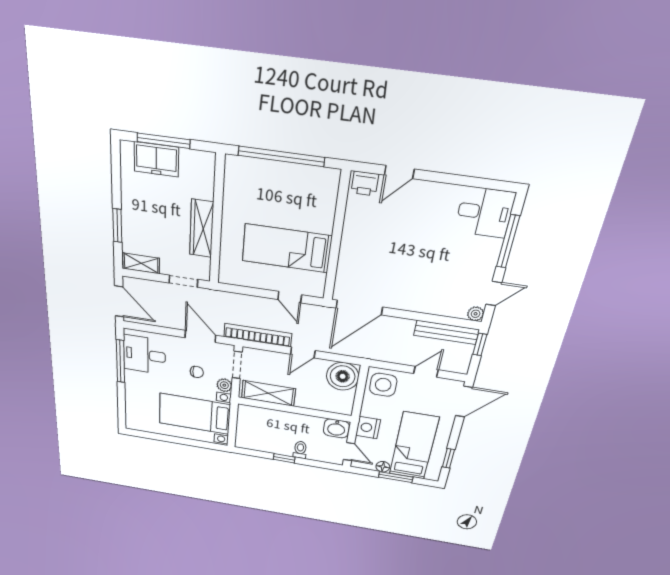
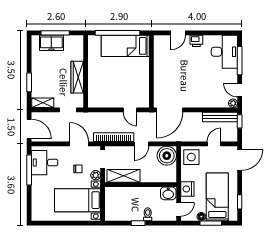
printer: (365, 183) -> (196, 41), moved
desk: (485, 212) -> (224, 52), width x1.37
bed: (287, 248) -> (125, 46), moved
door: (494, 294) -> (240, 90), swing flipped
door: (349, 452) -> (179, 209), hinge flipped

